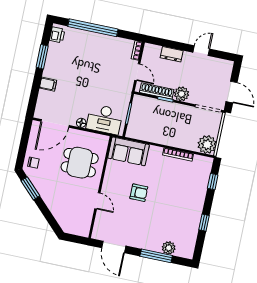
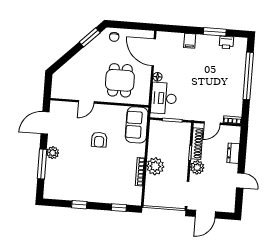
printer: (57, 35) -> (226, 42), moved
plant: (207, 145) -> (155, 166), moved
plant: (169, 248) -> (53, 153), moved

